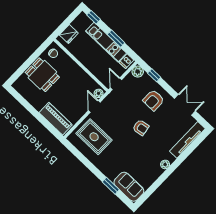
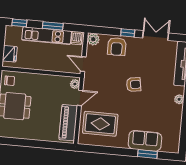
window: (154, 75) -> (128, 33), moved
armchair: (154, 100) -> (117, 47), moved
door: (94, 106) -> (80, 98), swing flipped
piano: (56, 119) -> (68, 123), moved, turned -90
sofa: (129, 187) -> (145, 141), moved

